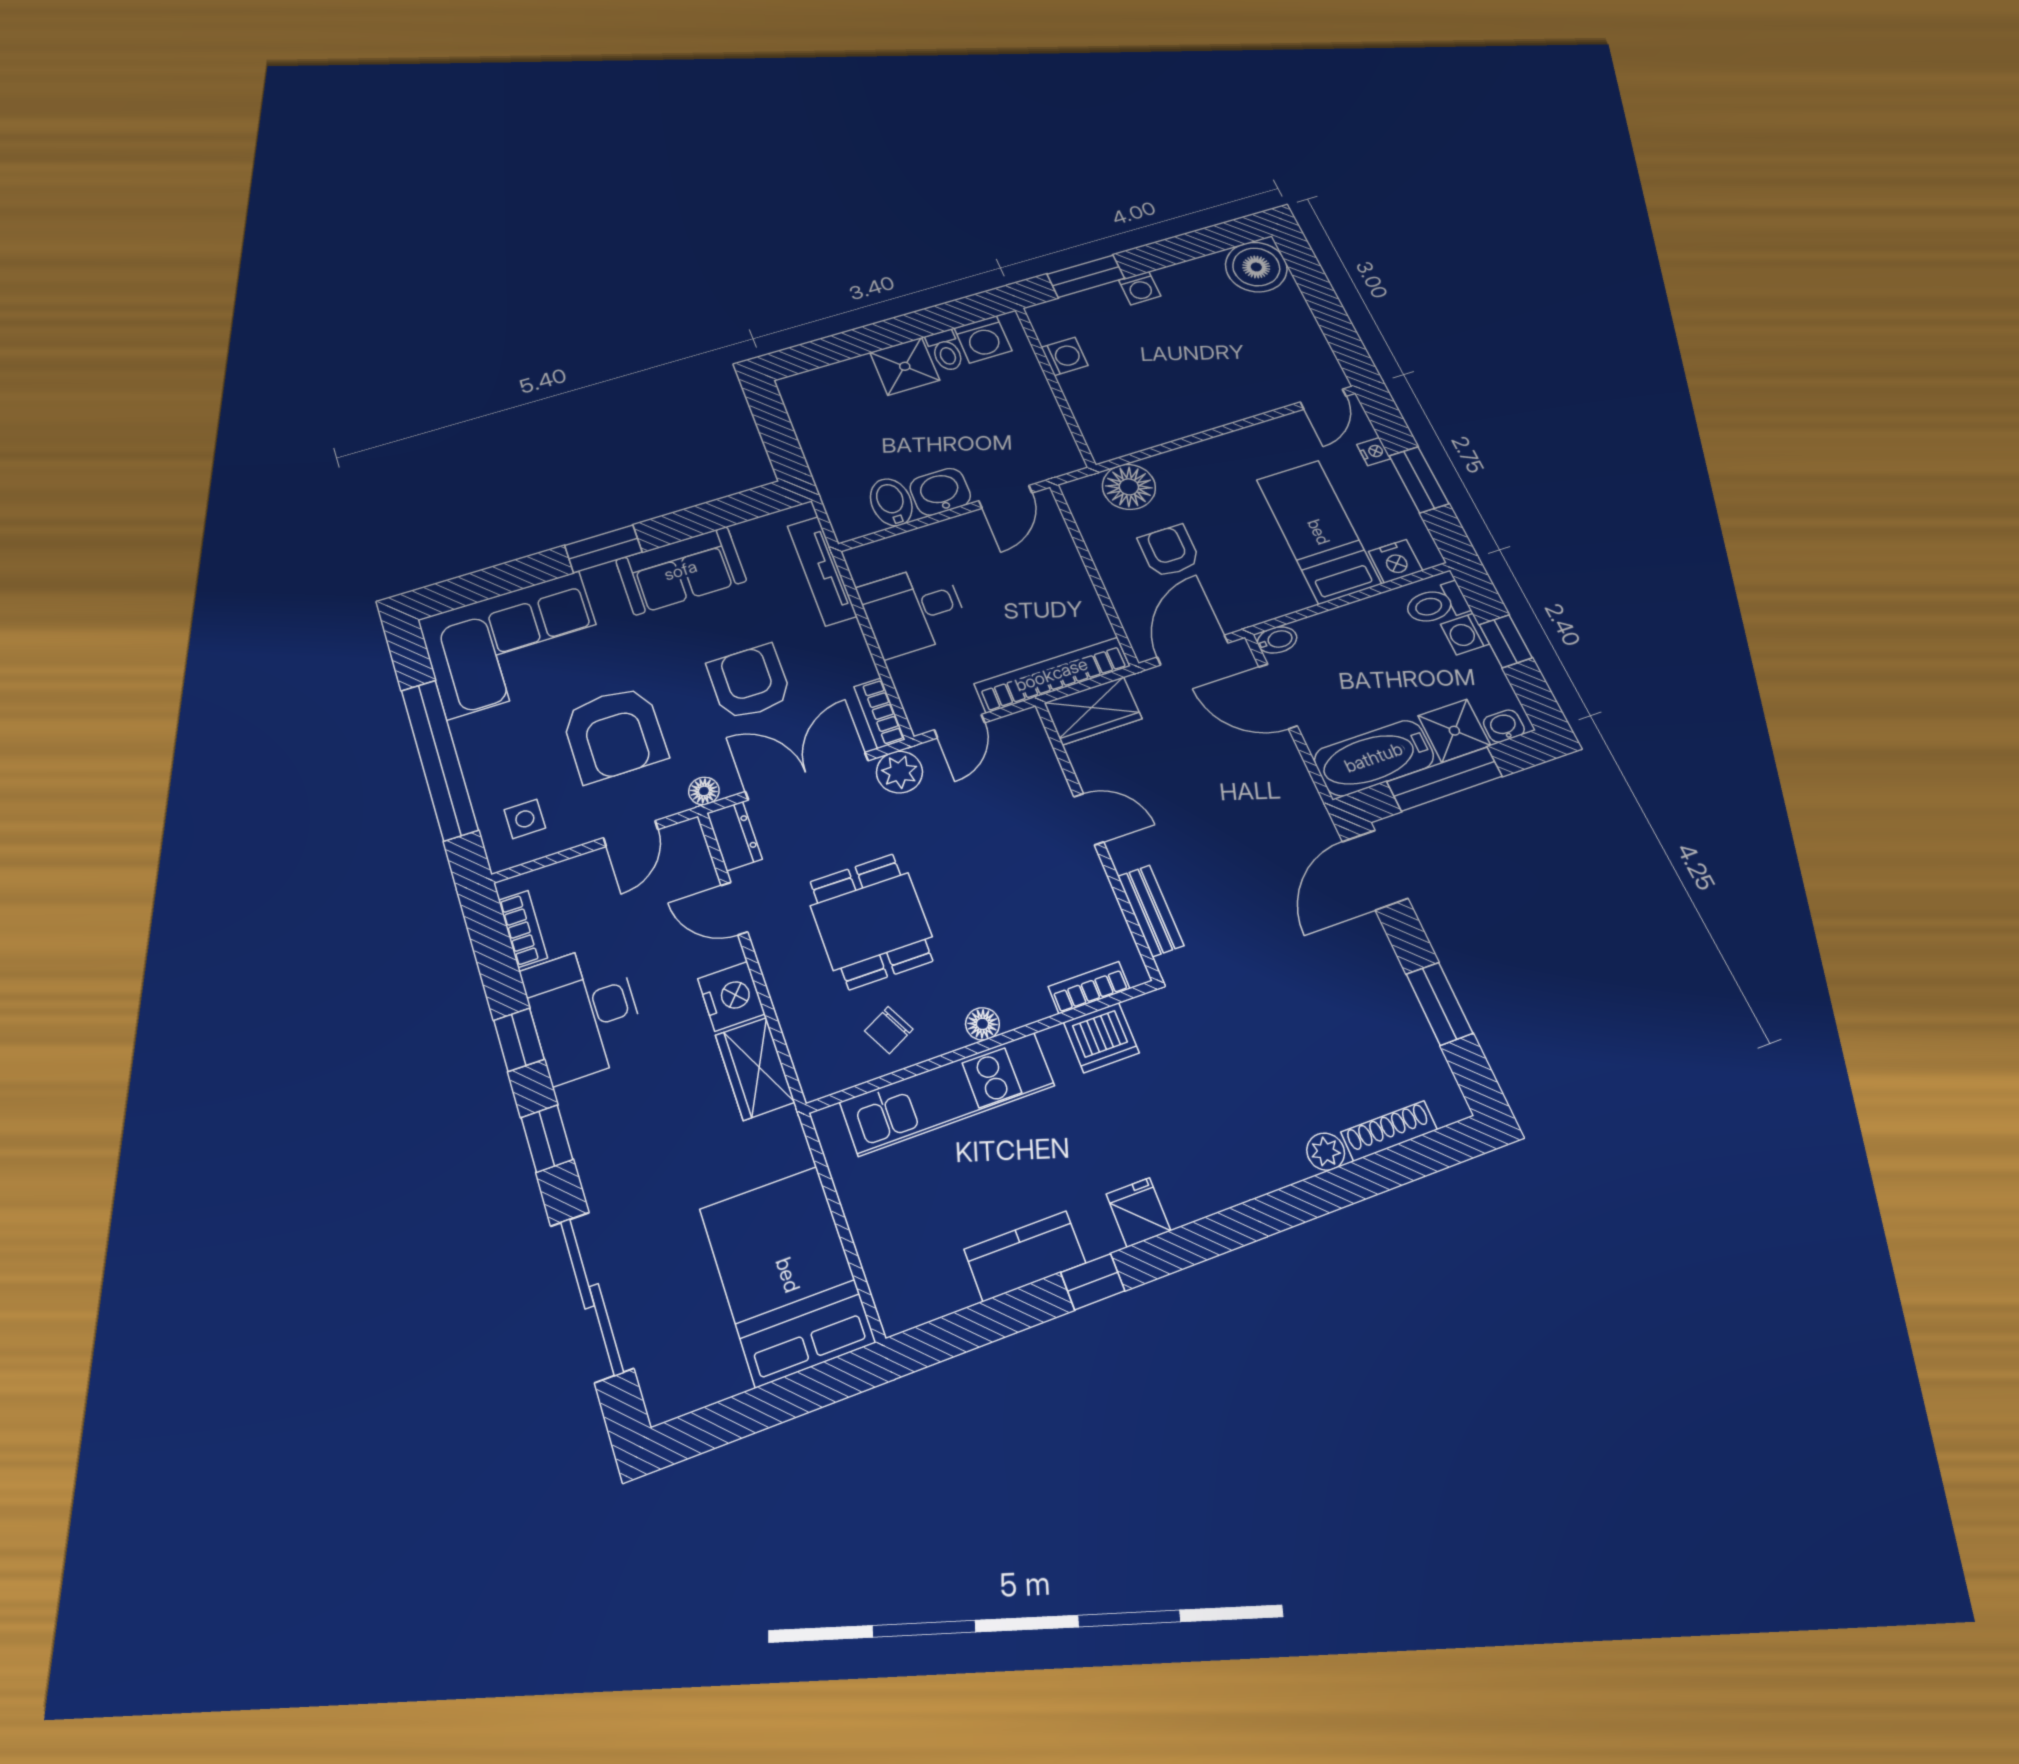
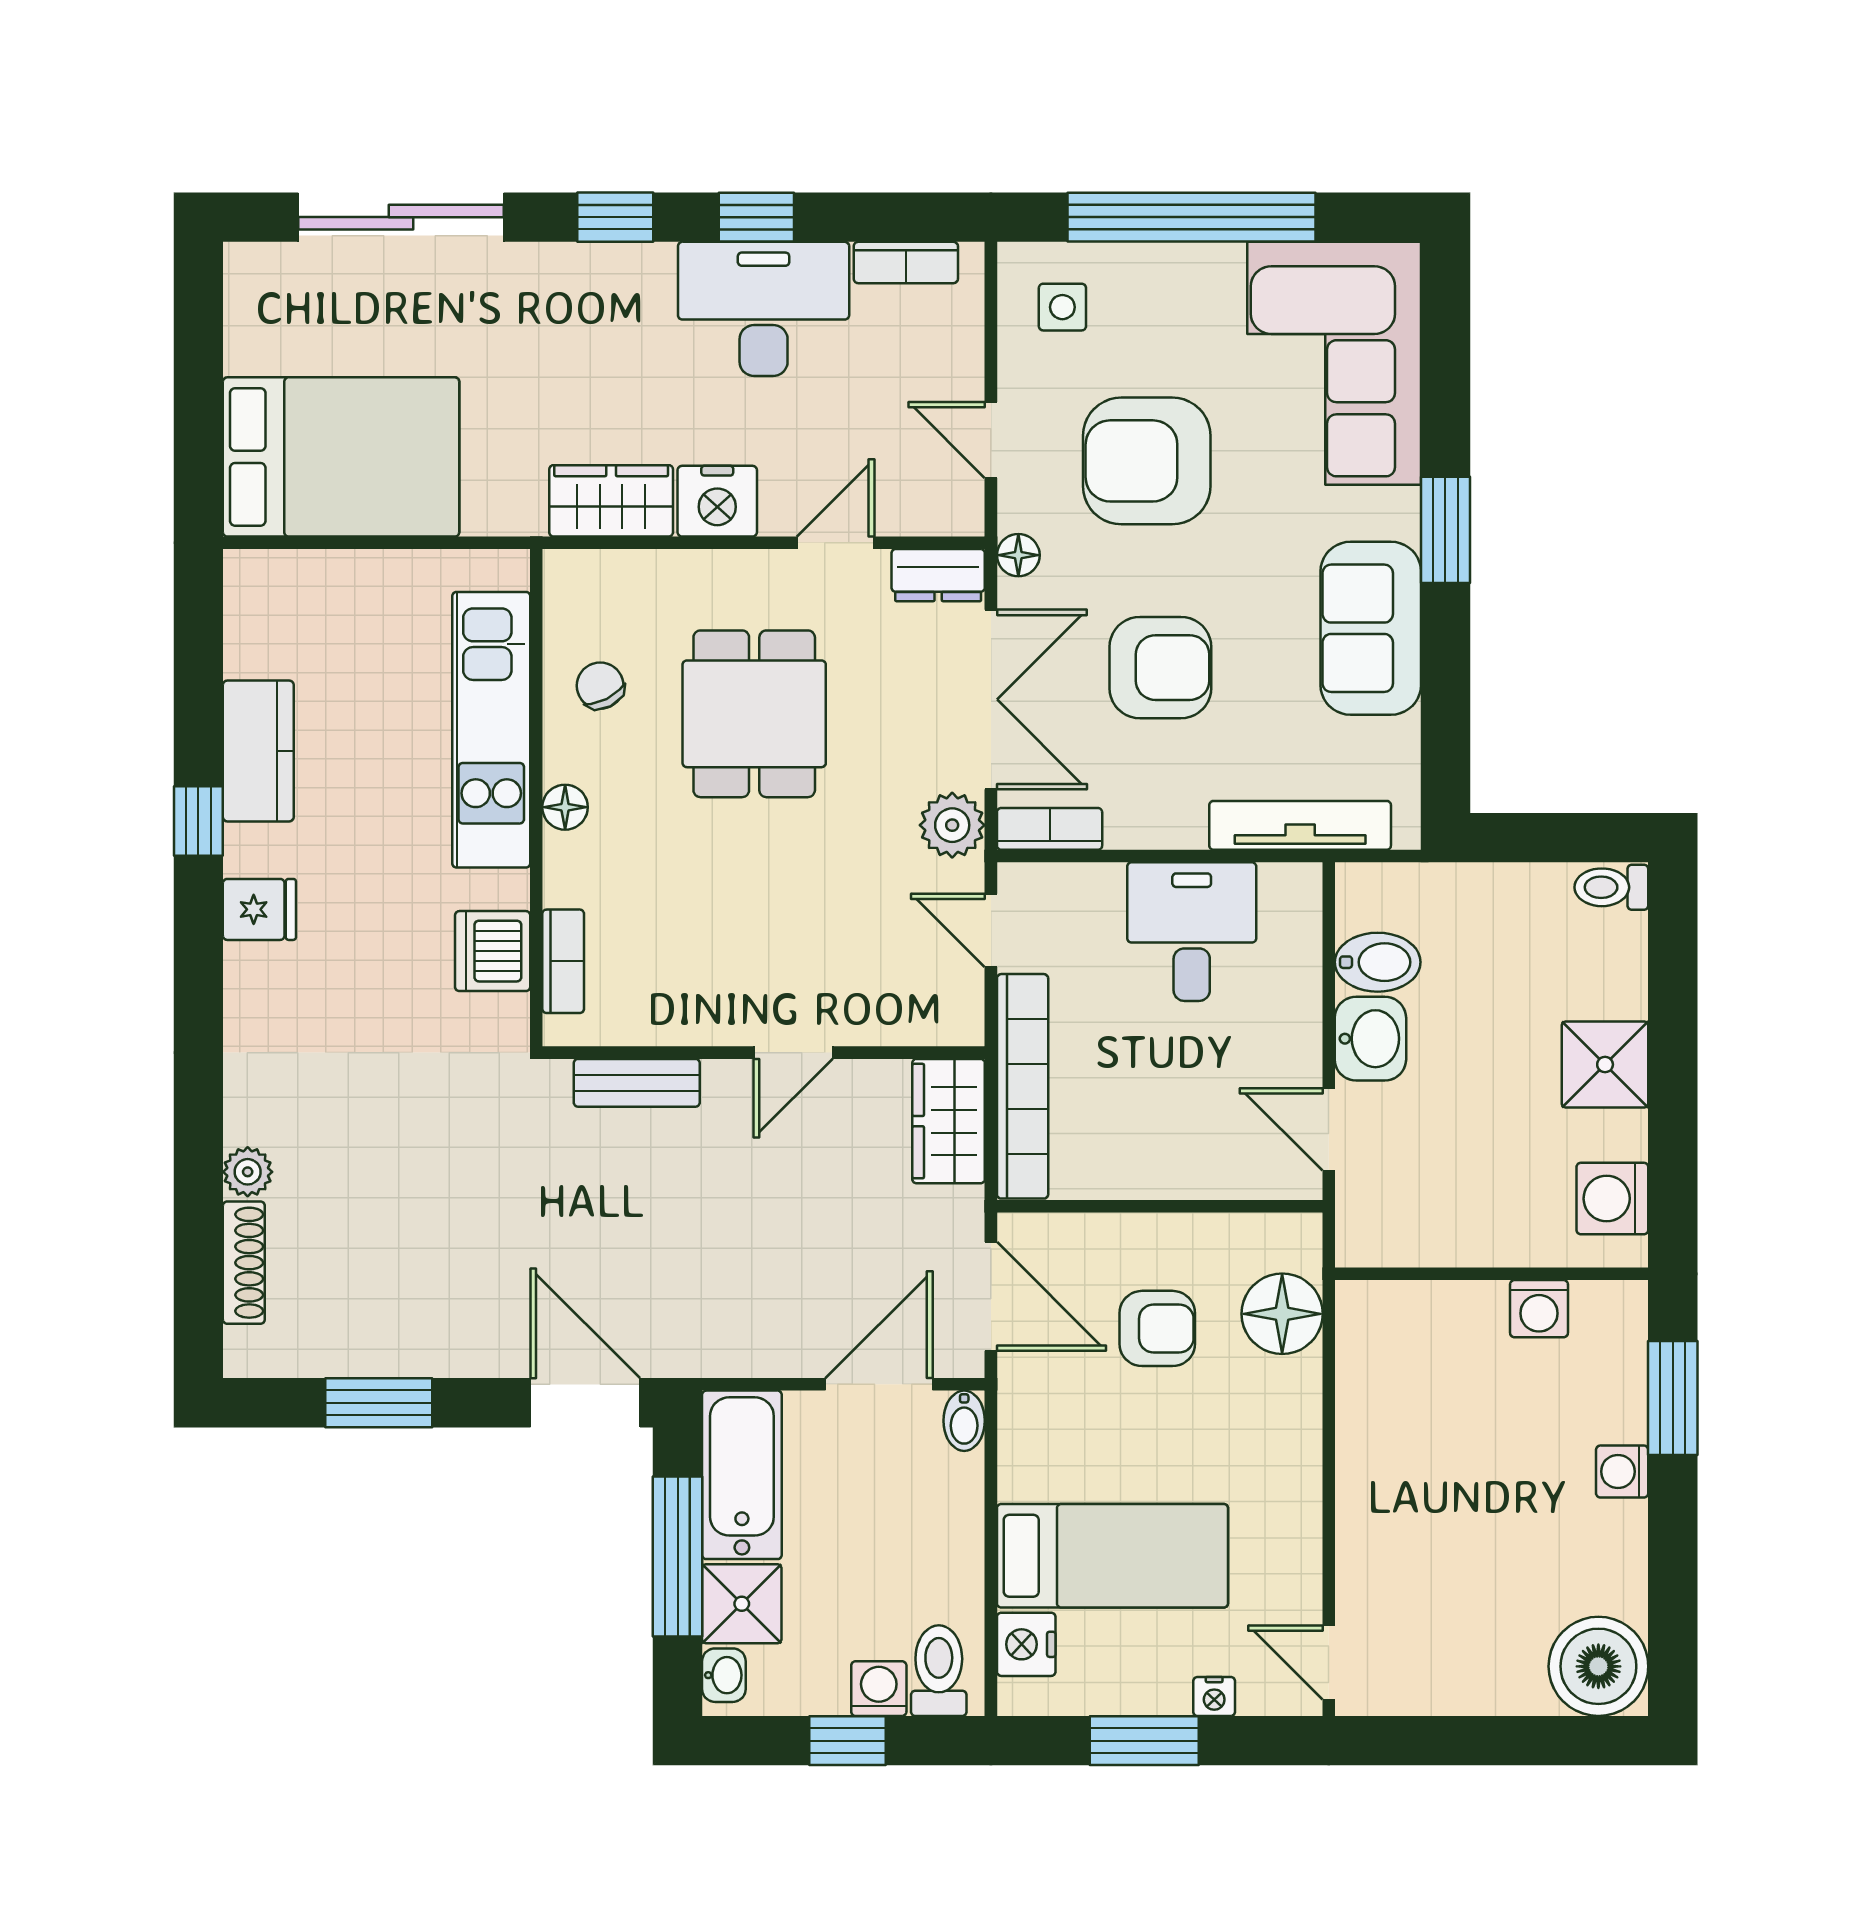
toilet: (946, 351) -> (1611, 887), moved
dining table: (871, 921) -> (754, 714), turned 90

